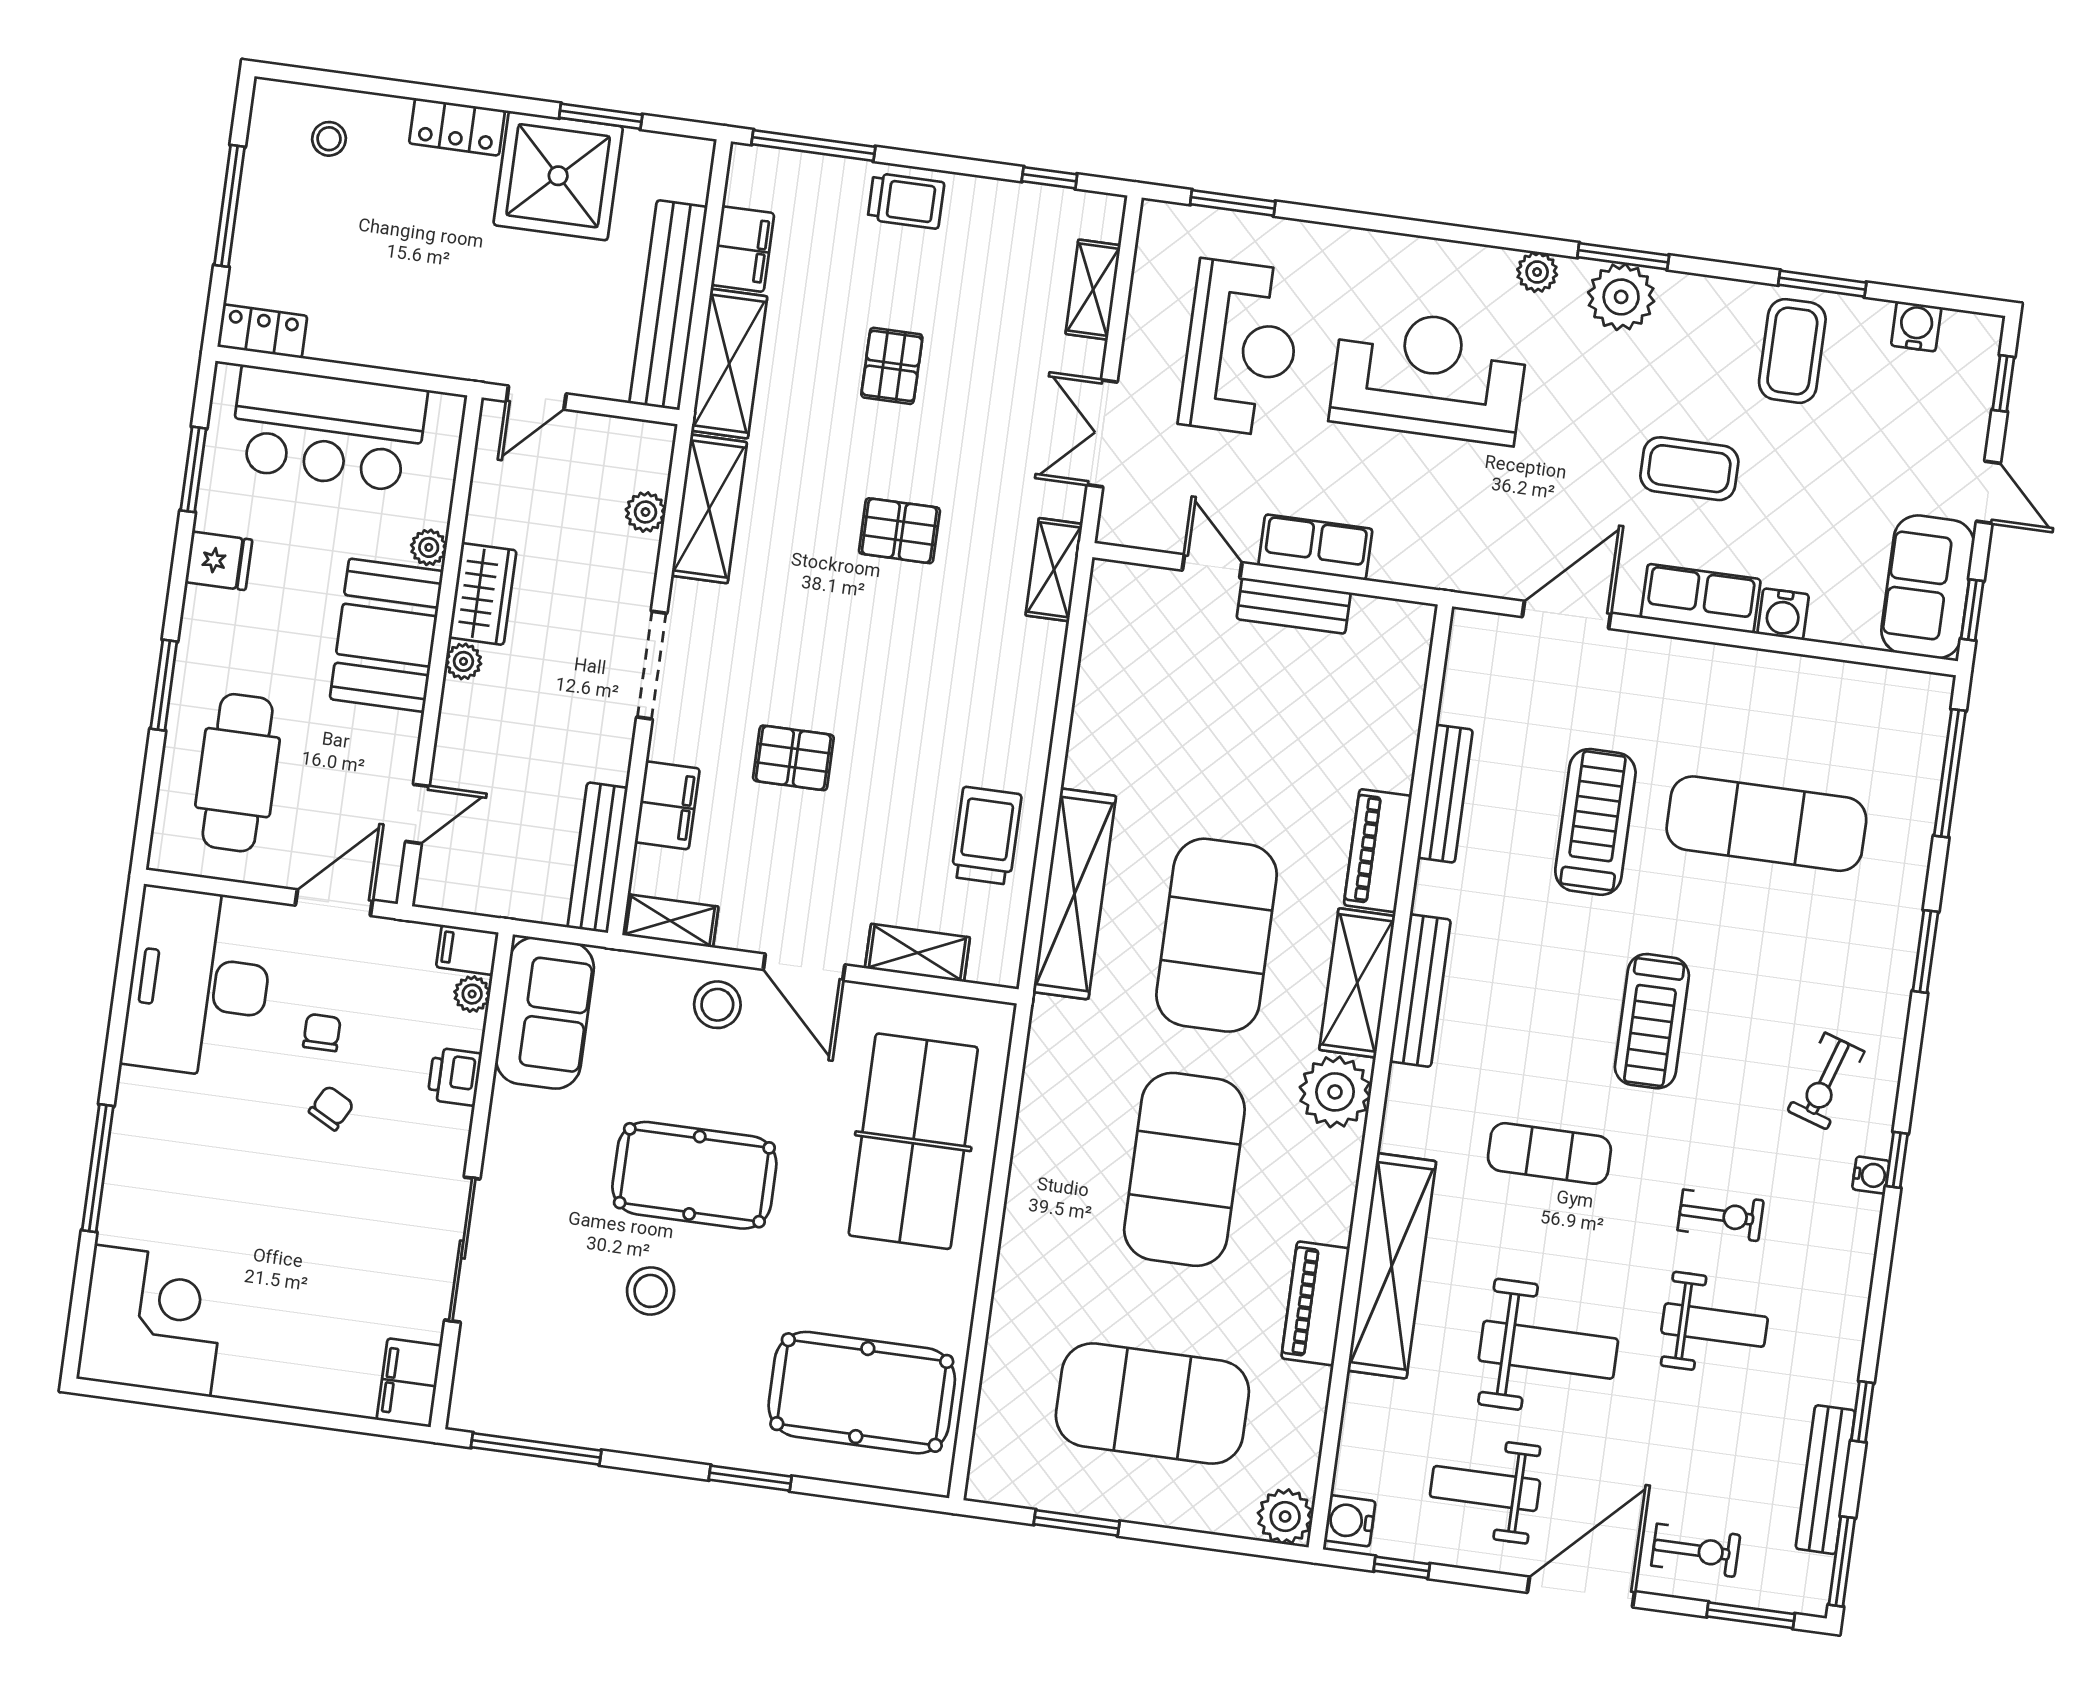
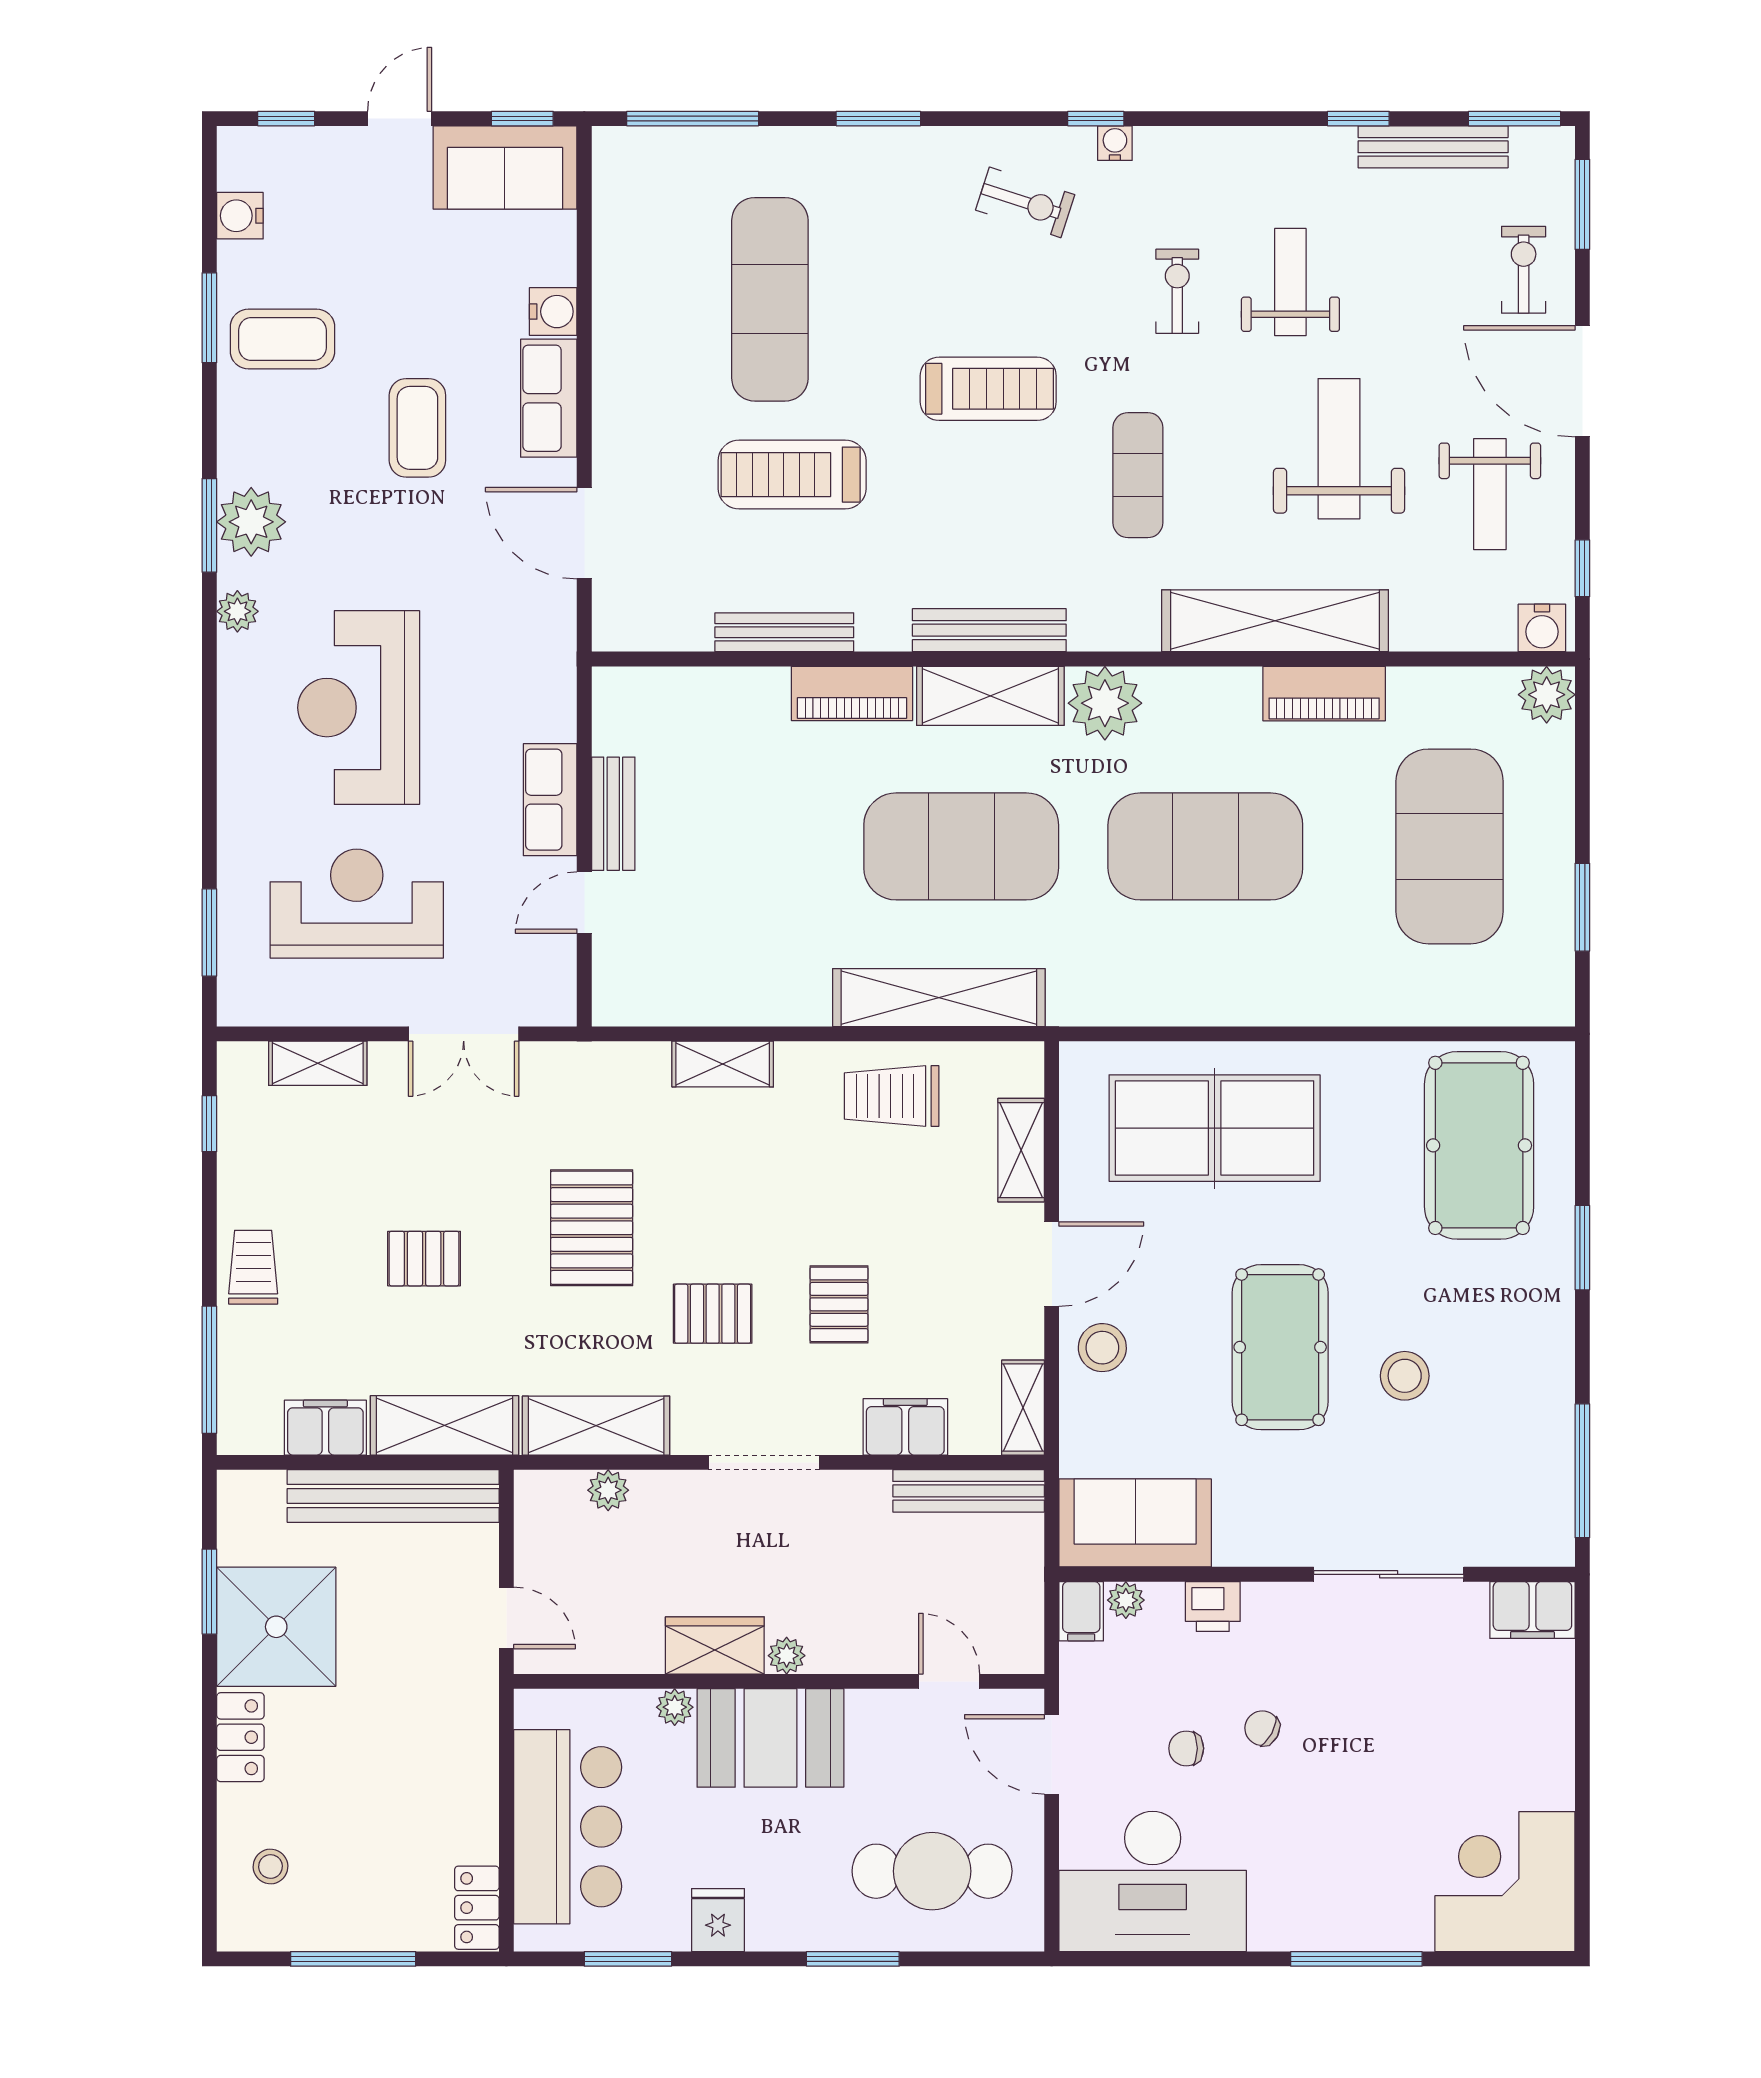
pallet: (899, 531) -> (592, 1228), width x1.50, depth x1.42
shelving: (1054, 570) -> (723, 1064), moved
pallet: (801, 635) -> (713, 1314), added

